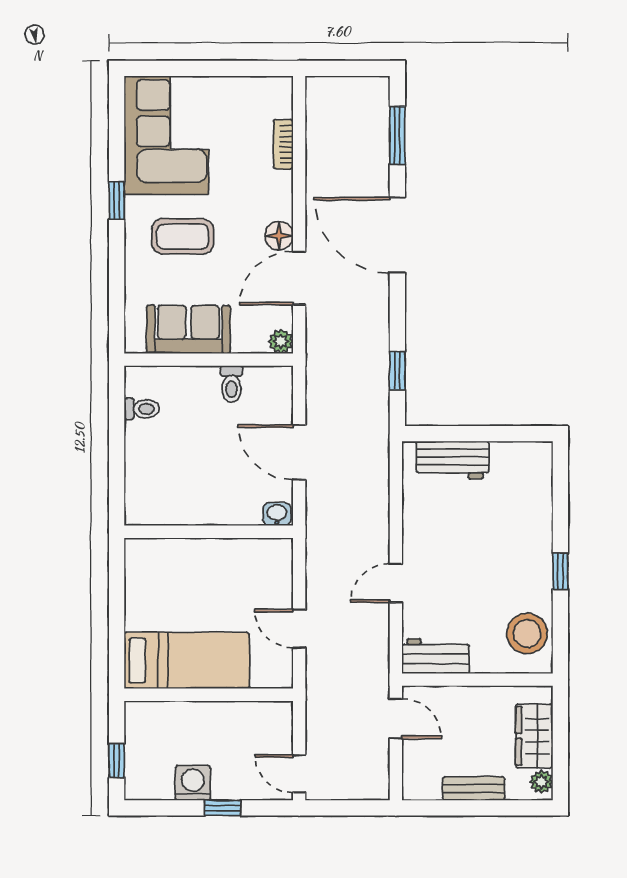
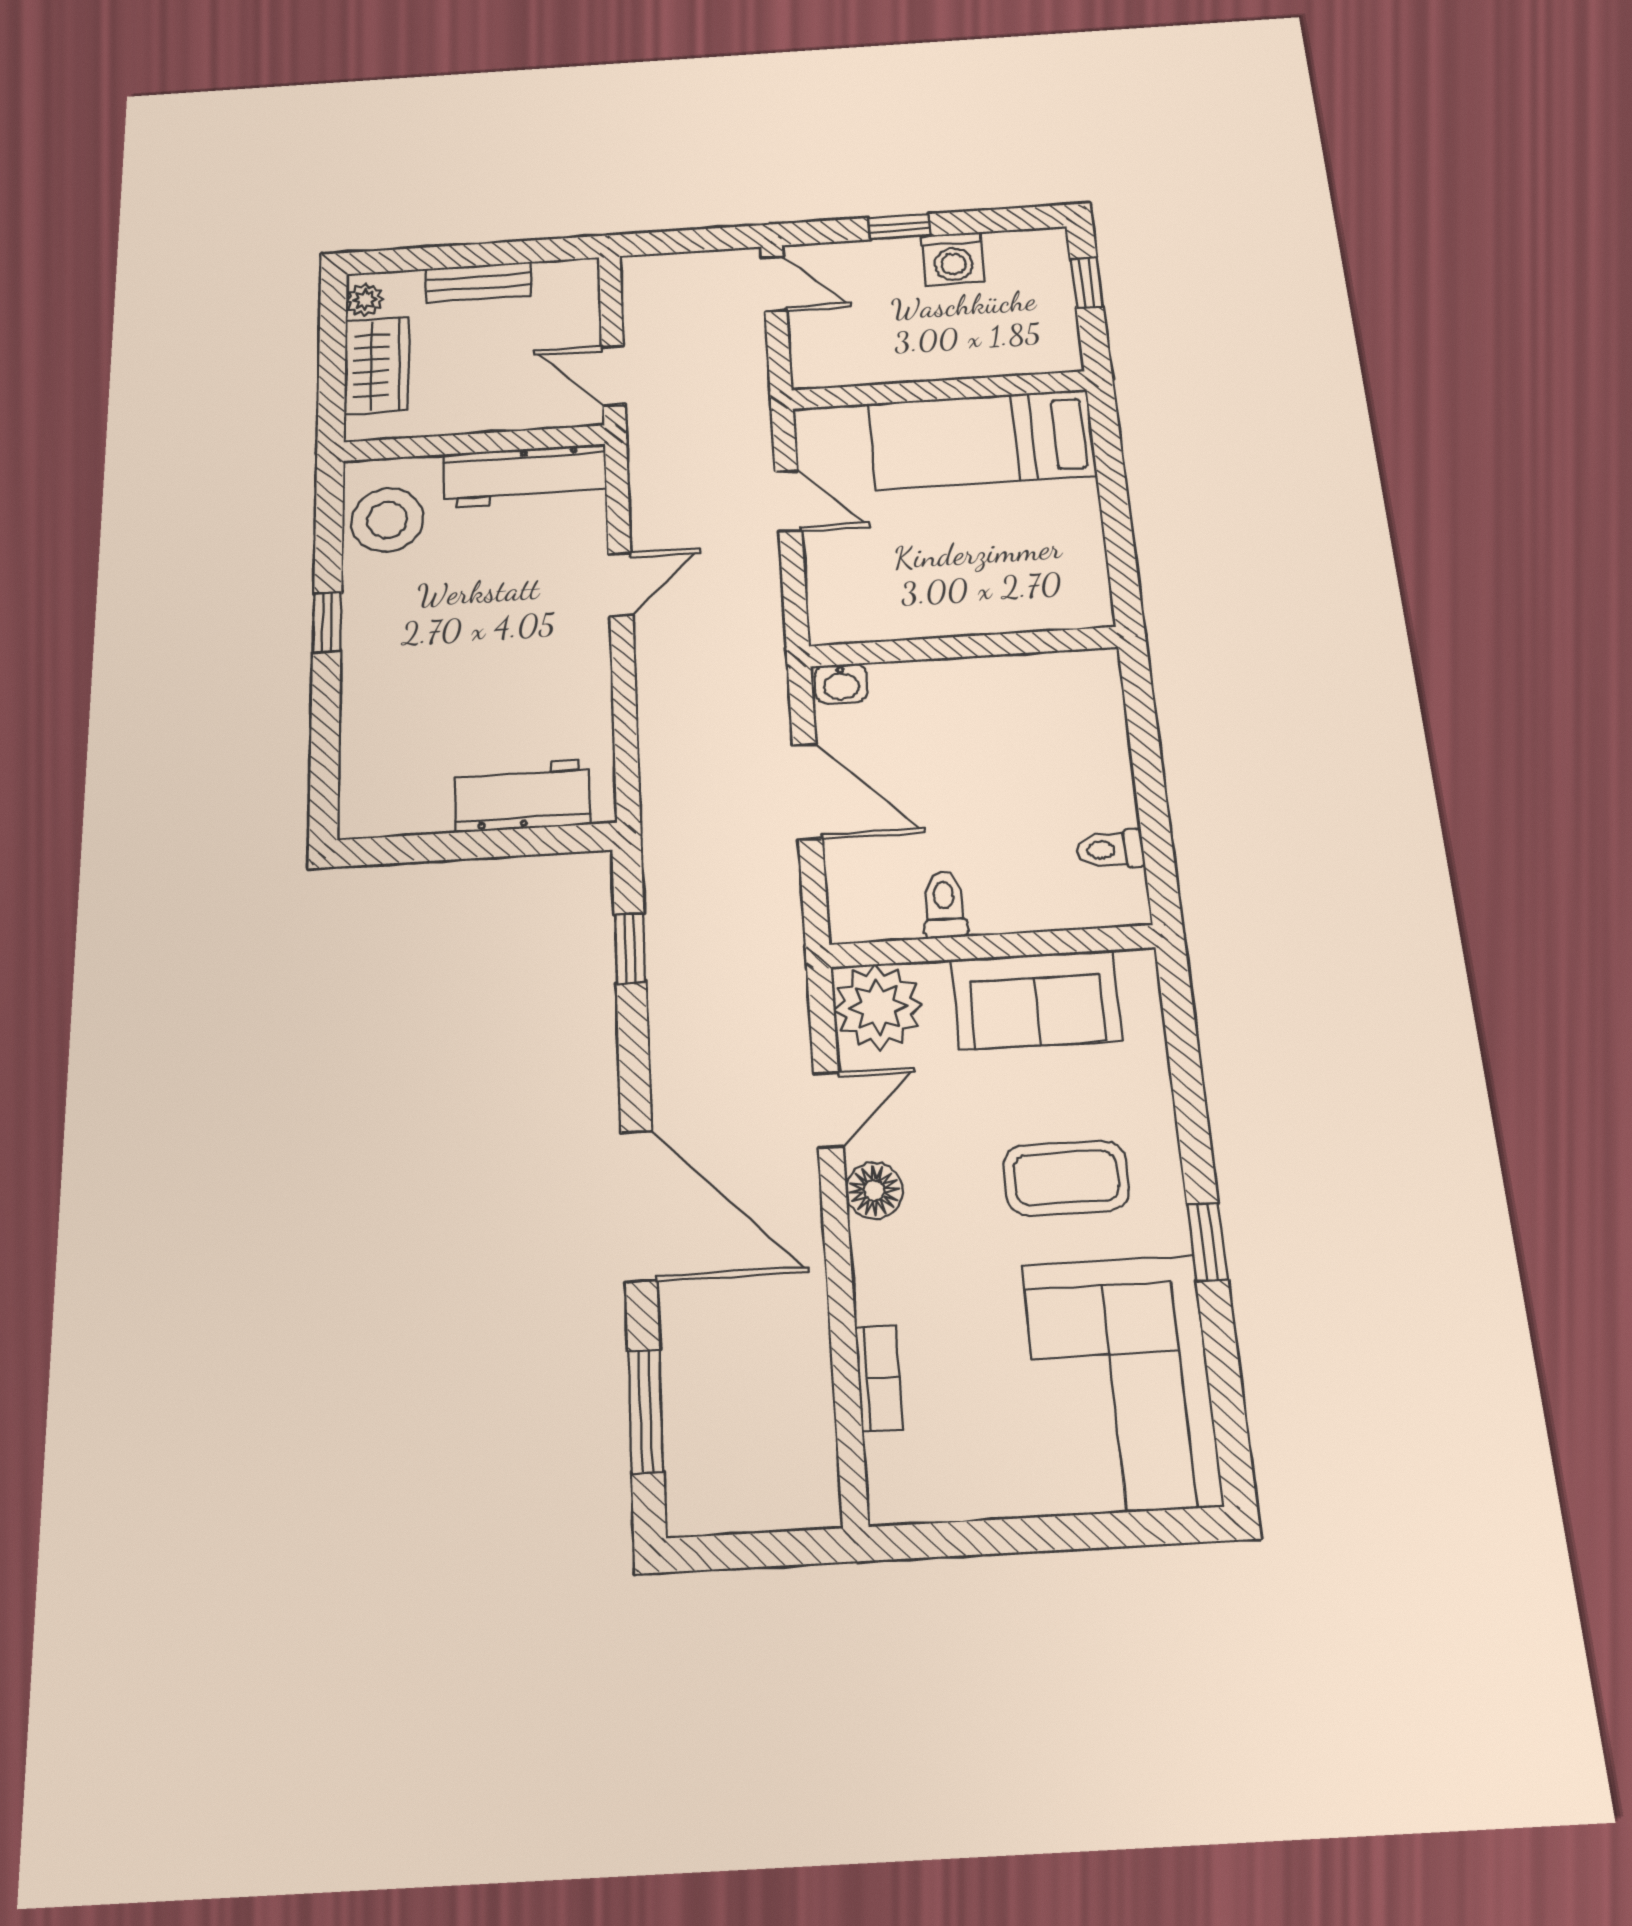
door: (299, 278) -> (828, 1110), width x0.73
plant: (281, 341) -> (878, 1007), width x1.87, depth x1.87
workbench: (436, 656) -> (525, 476), width x1.37

